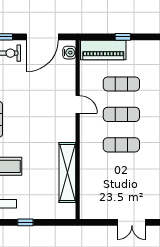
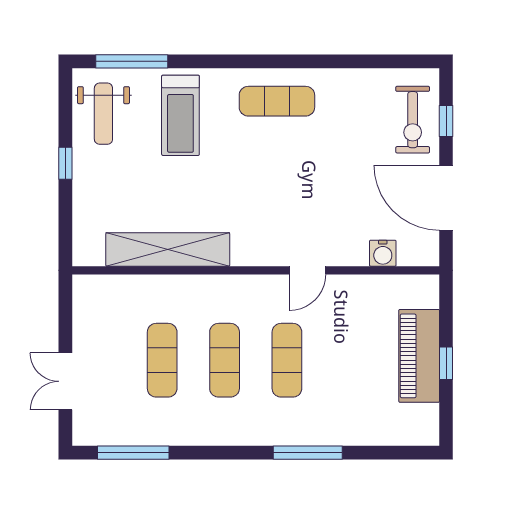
piano: (103, 50) -> (419, 356), moved
water cooler: (69, 53) -> (383, 253), moved
exercise mat: (121, 84) -> (162, 360), moved

